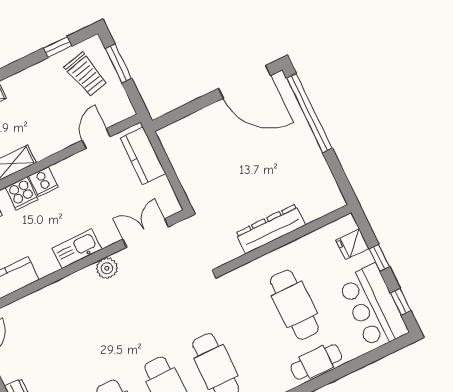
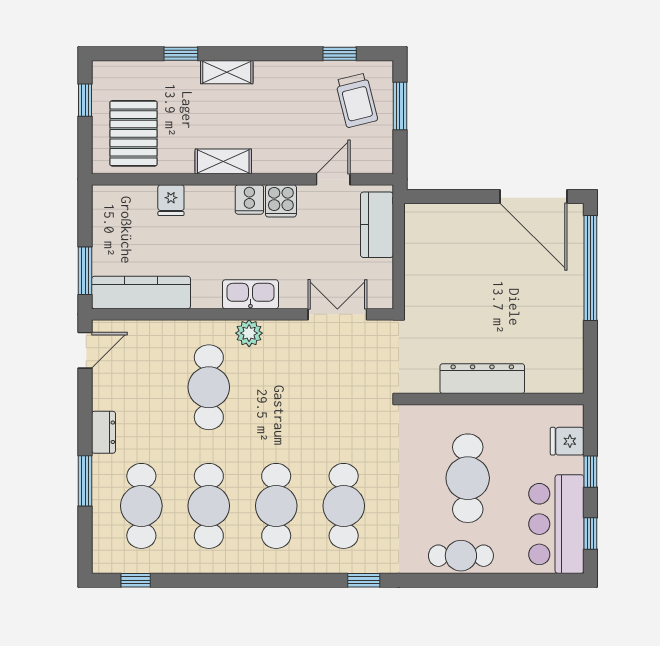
cooker: (22, 193) -> (281, 201), moved
plant: (107, 268) -> (249, 333), moved
cafe table: (79, 329) -> (209, 387), added

